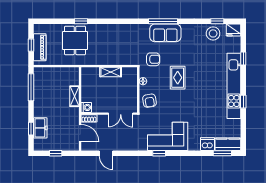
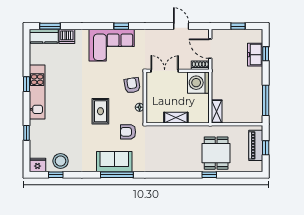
kitchen unit: (234, 86) -> (37, 92), width x0.73
shelving: (74, 96) -> (217, 111), moved
washing machine: (86, 107) -> (198, 83), width x1.89, depth x1.89

